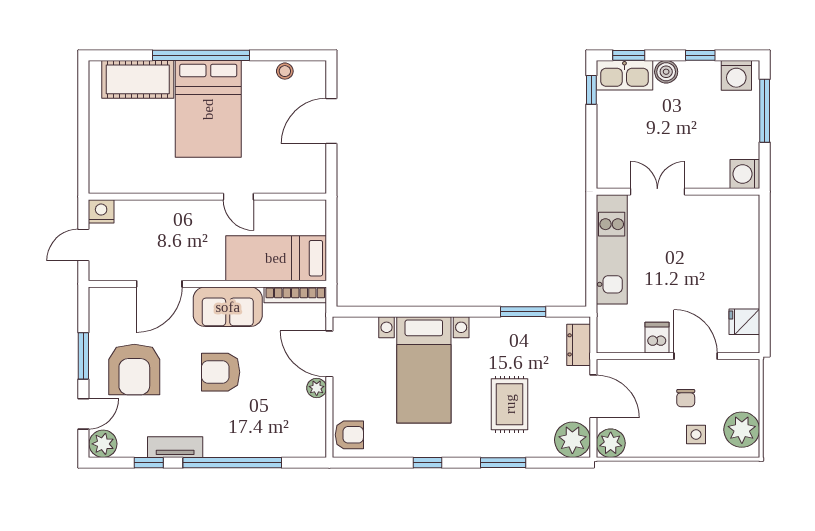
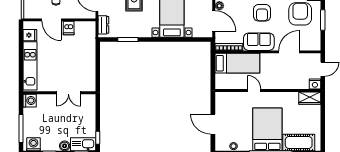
door: (331, 121) -> (213, 124), swing flipped
wardrobe: (113, 180) -> (310, 98), added
kitchen unit: (612, 249) -> (30, 66), moved, turned 180
armchair: (221, 372) -> (262, 13), turned 90

